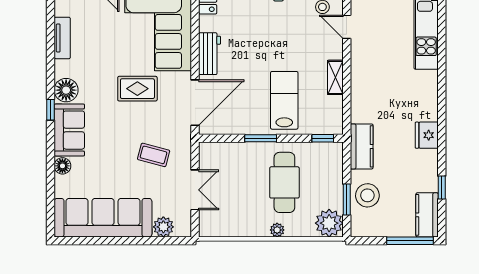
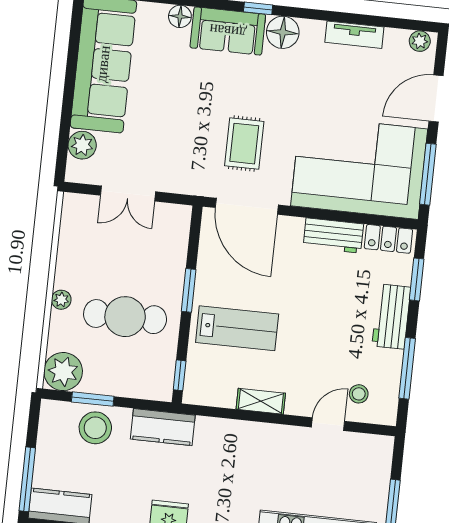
workbench: (210, 54) -> (333, 236), moved
rug: (137, 89) -> (244, 144), moved
coffee table: (154, 155) -> (182, 142), removed

